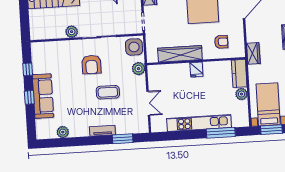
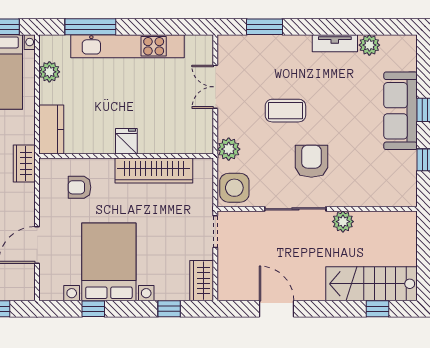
plant: (241, 94) -> (49, 72), moved
tv unit: (102, 131) -> (335, 43), moved

